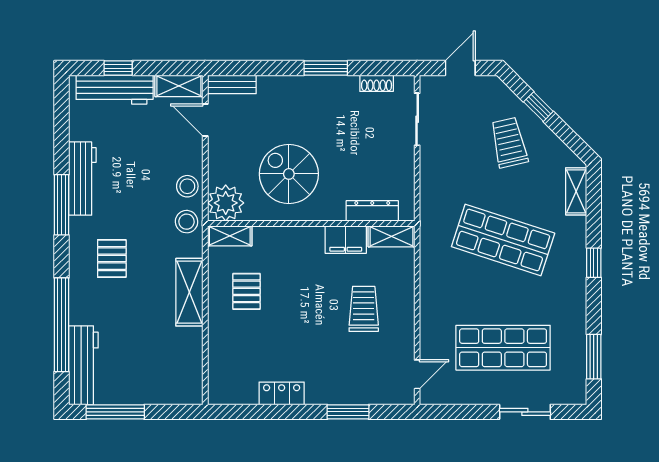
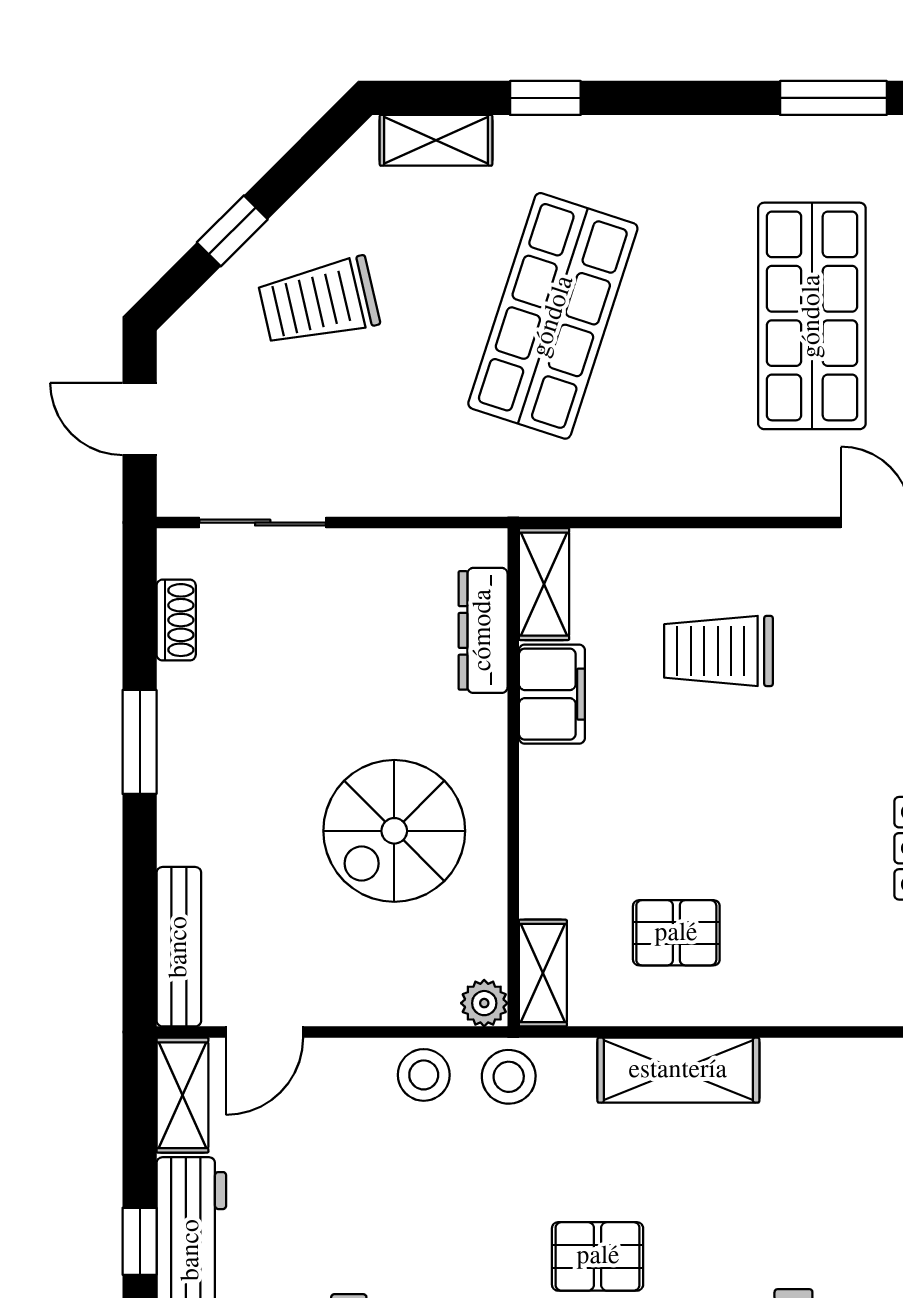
bench: (232, 84) -> (179, 947), width x1.36
plant: (226, 203) -> (484, 1003), width x0.53, depth x0.53
window: (594, 263) -> (545, 98), moved

